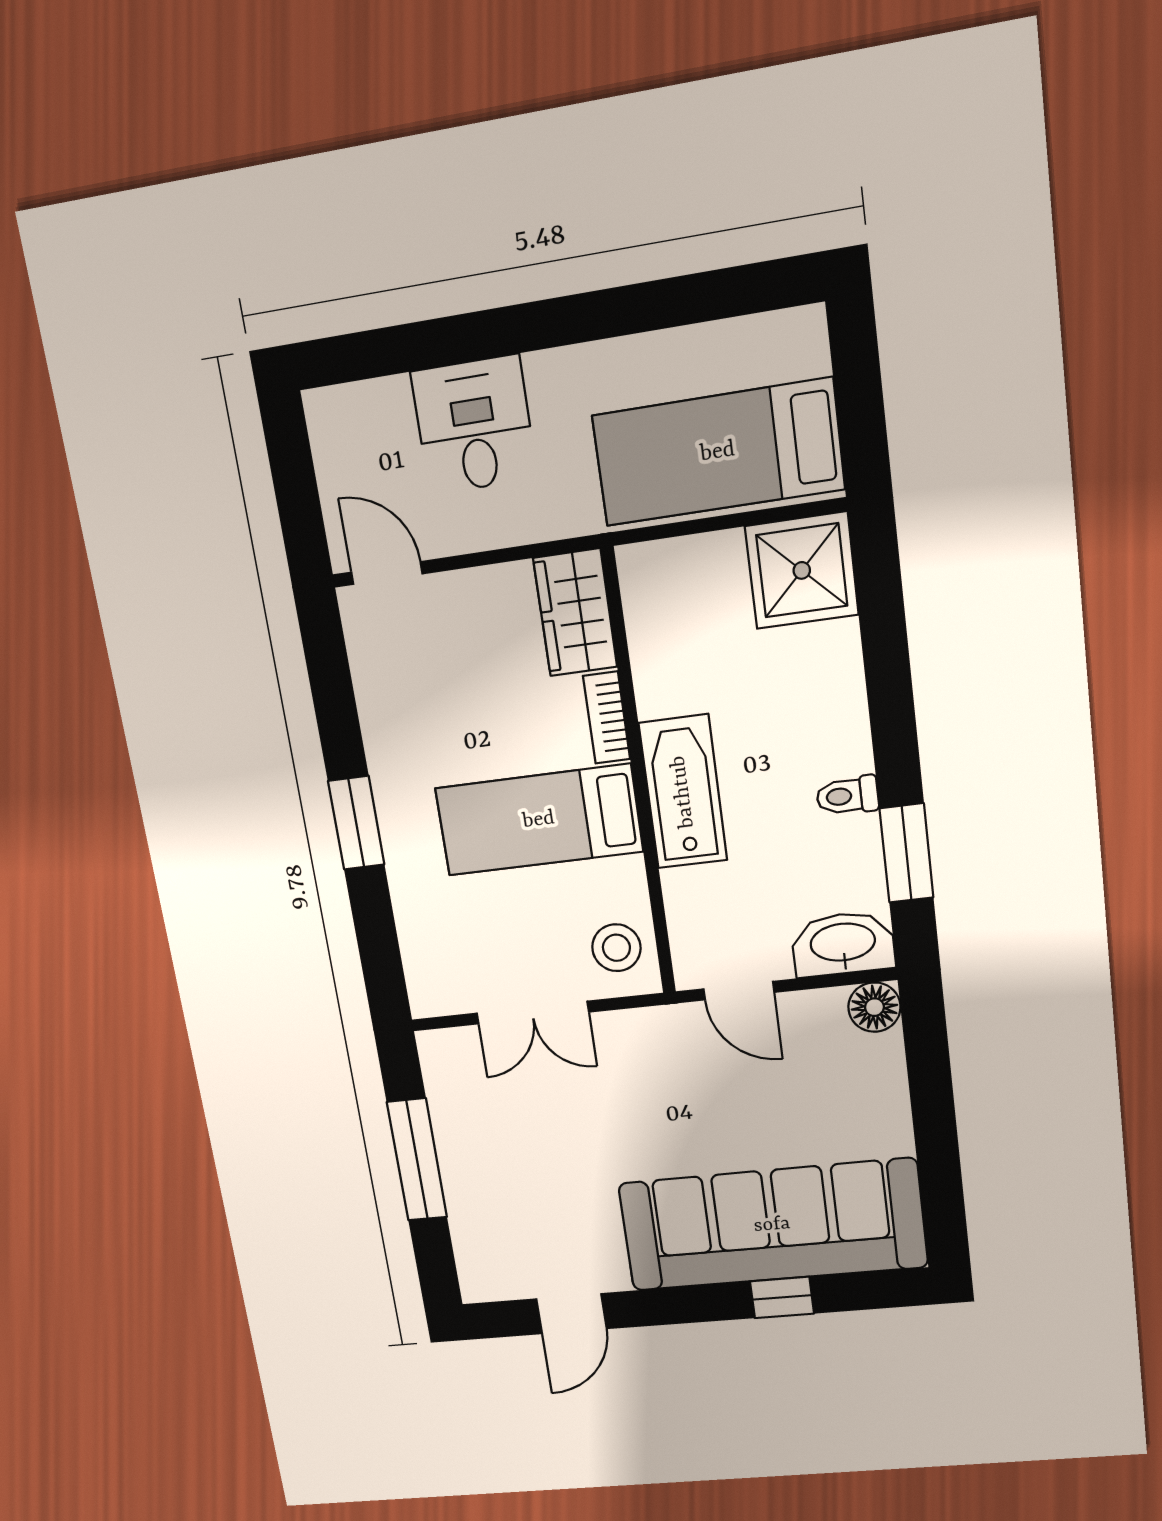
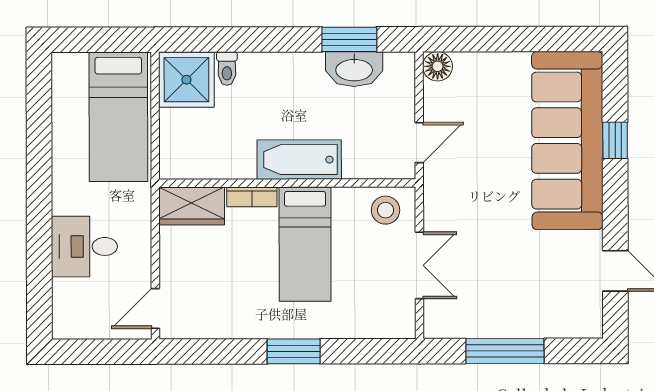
toilet: (847, 796) -> (227, 69), moved
washbasin: (843, 944) -> (354, 69), moved, turned -90

